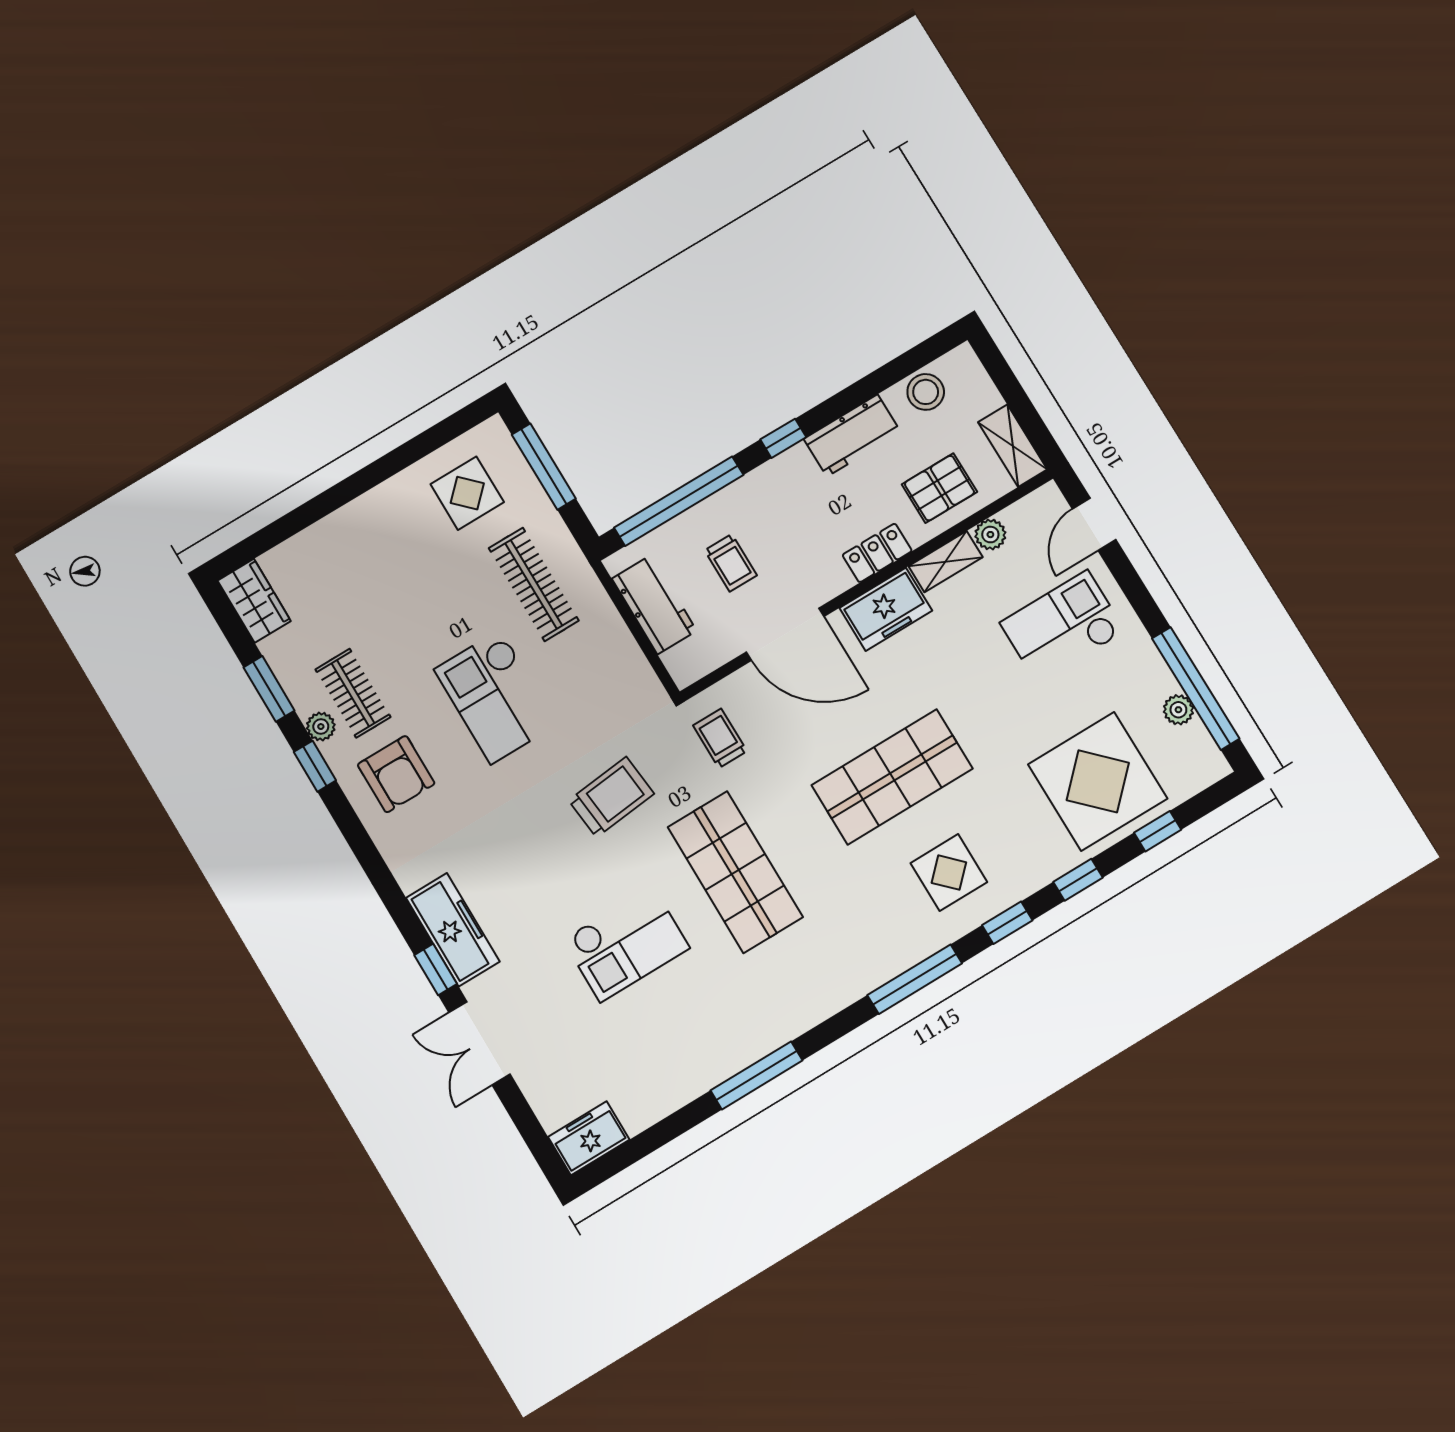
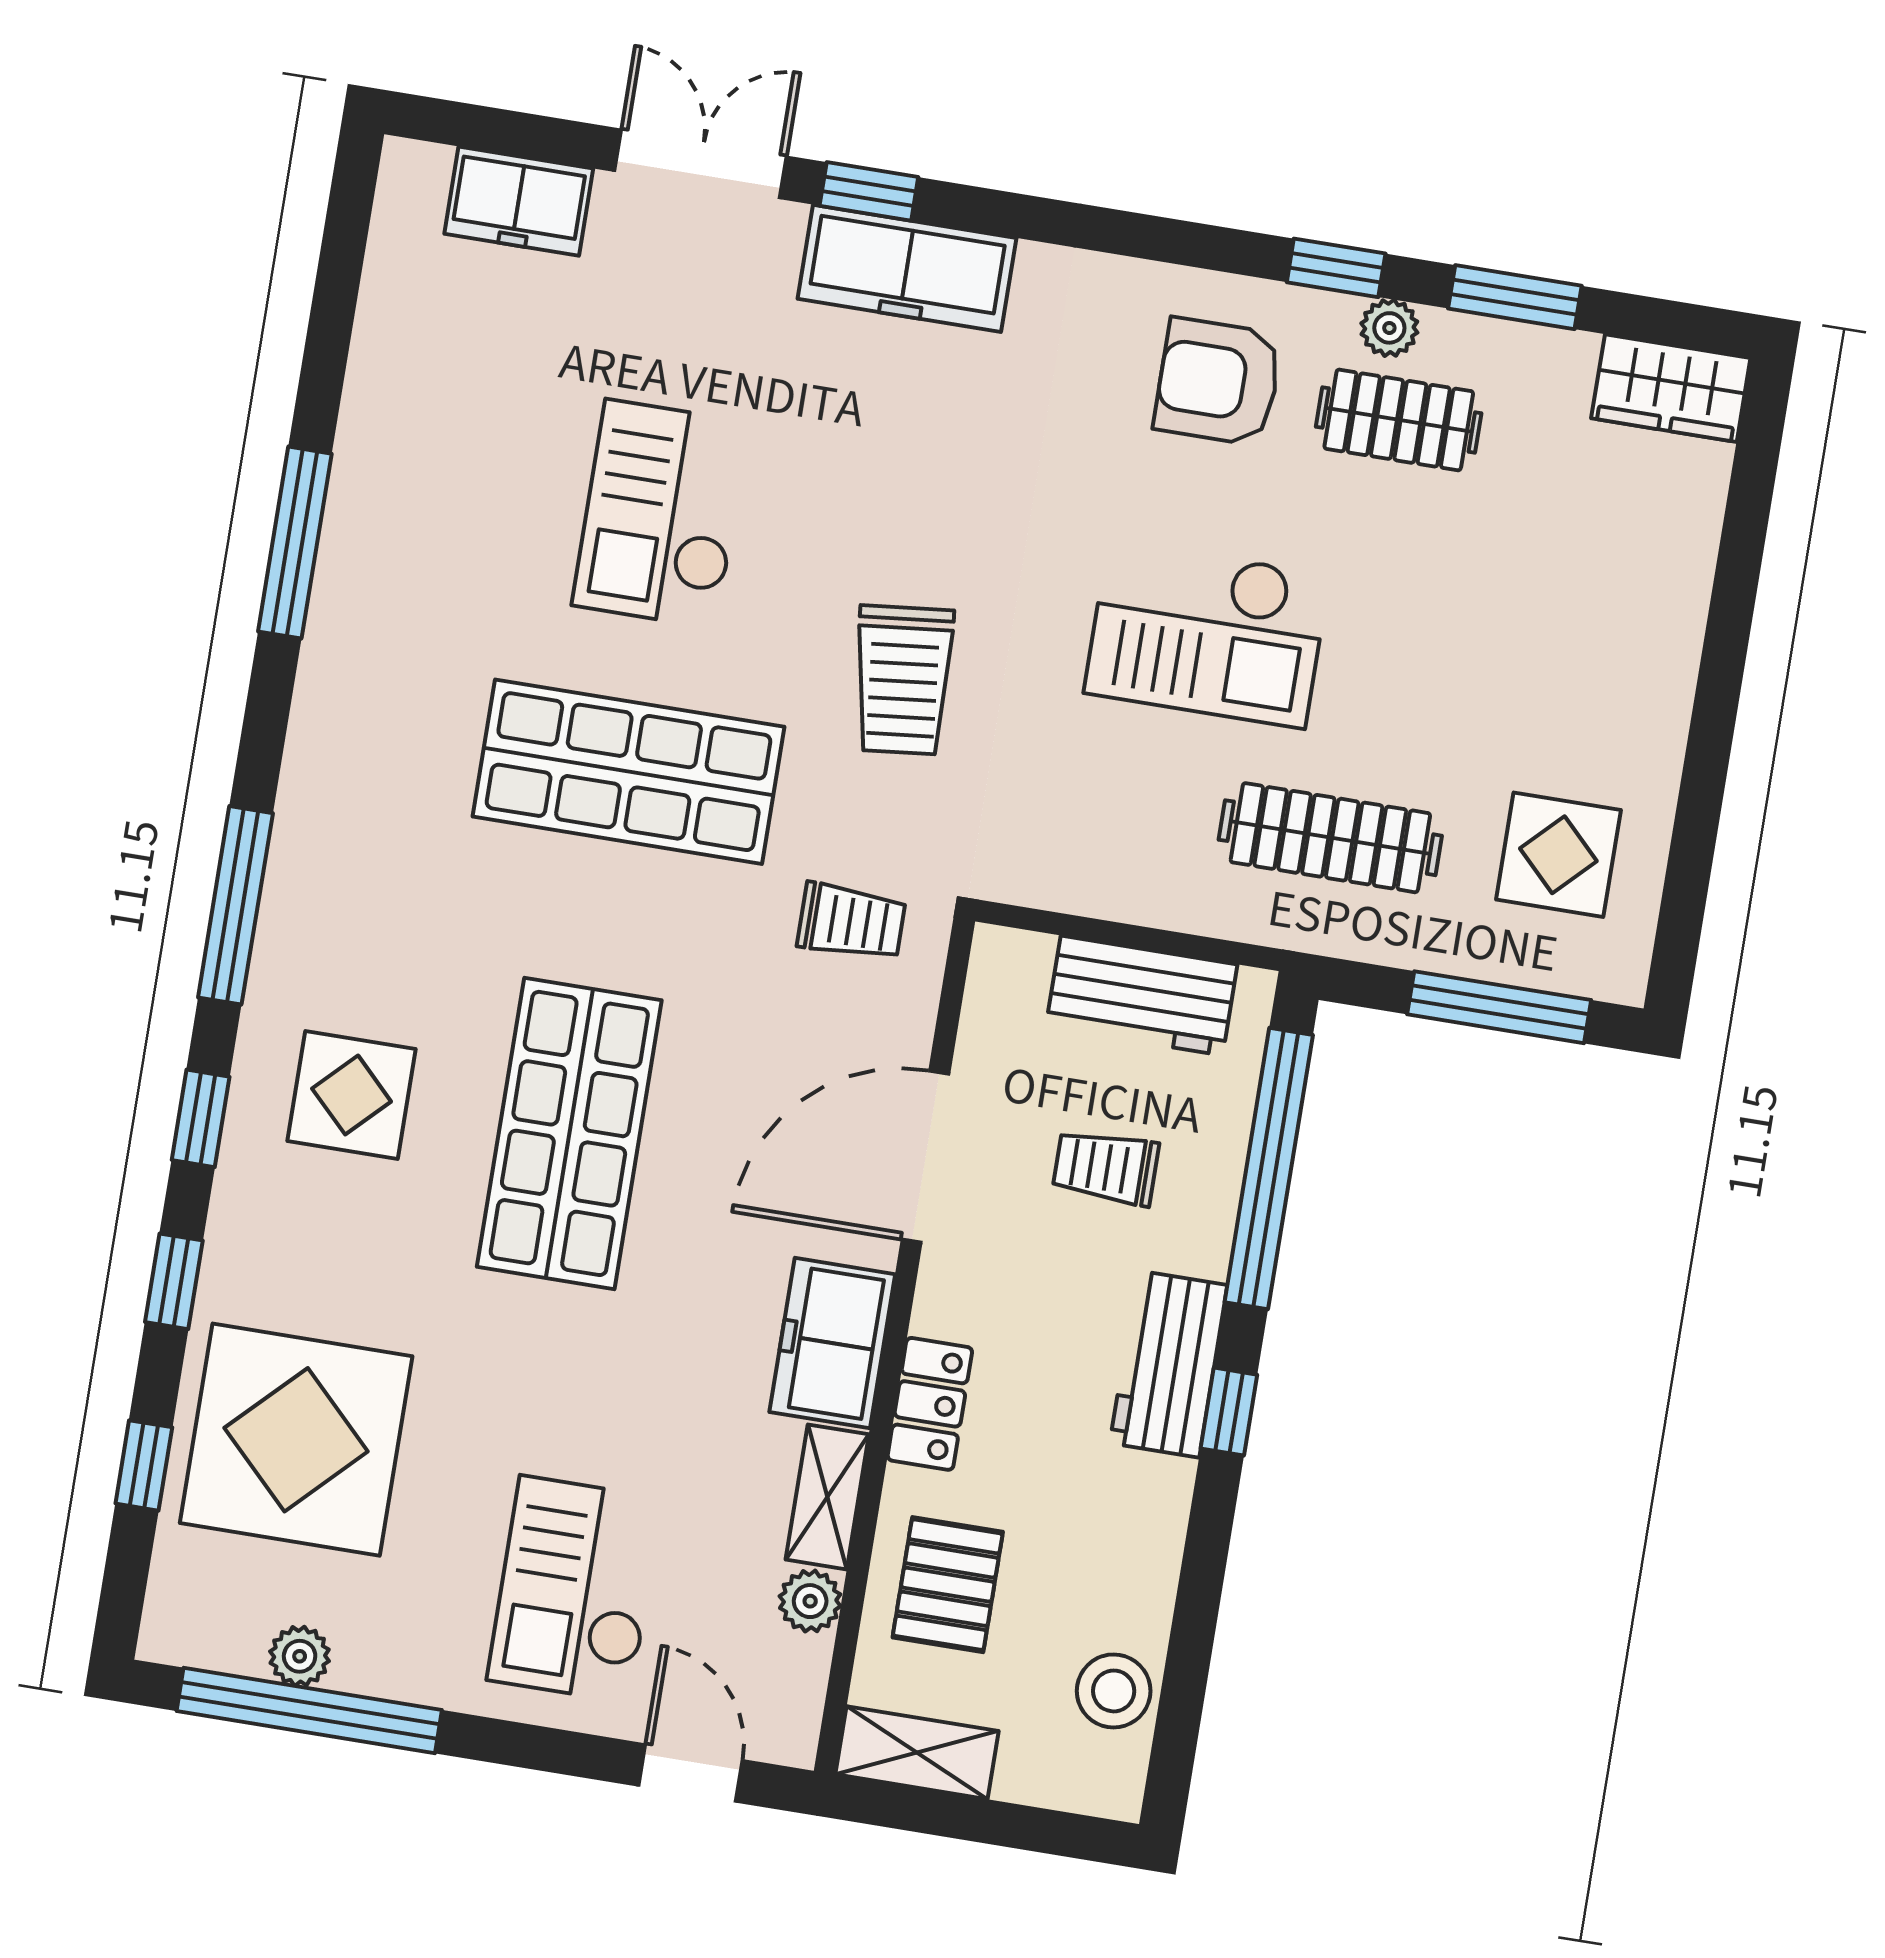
workbench: (852, 435) -> (1168, 1364), moved
checkout: (1063, 627) -> (575, 1589), turned 180
checkout: (496, 697) -> (1207, 633), turned 180
freezer: (589, 1138) -> (519, 201), moved, turned 90

